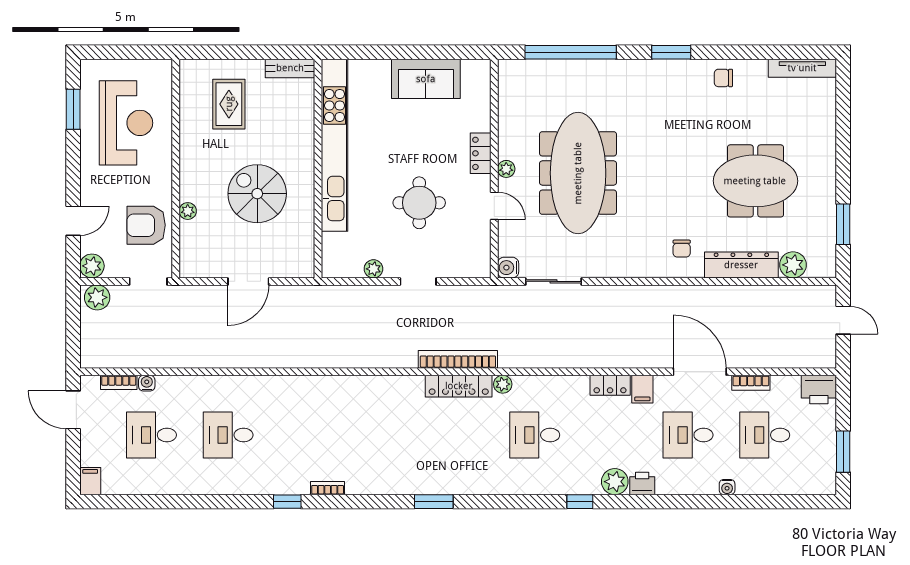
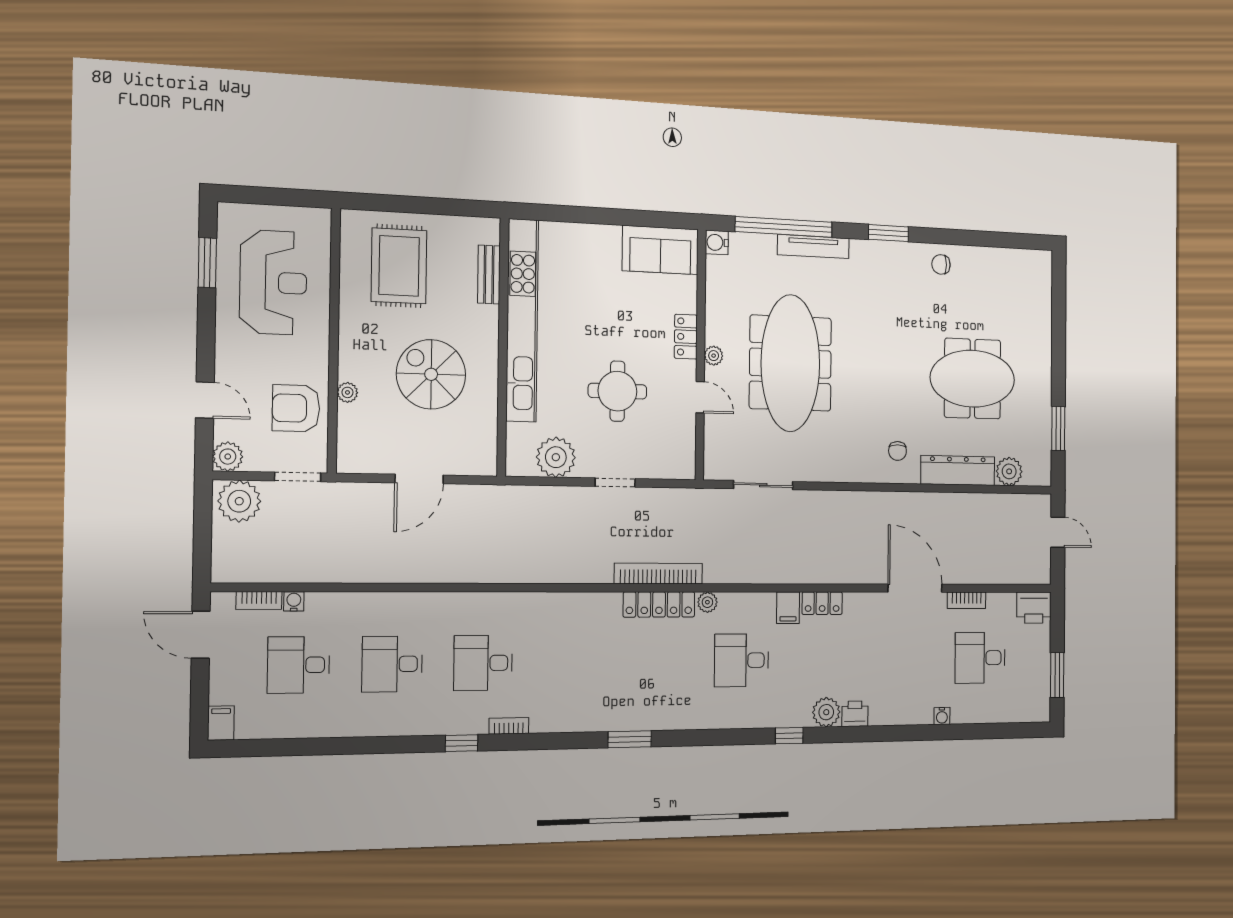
bench: (290, 68) -> (489, 275), moved, turned 90
tv unit: (802, 68) -> (813, 246), moved
sofa: (426, 79) -> (660, 250), moved
rug: (229, 104) -> (399, 266), width x1.36, depth x1.43
door: (73, 221) -> (205, 400), hinge flipped
water cooler: (508, 268) -> (717, 242), moved
plant: (373, 269) -> (556, 457), width x1.87, depth x1.87
plant: (97, 297) -> (239, 501), width x1.36, depth x1.36
filing cabinet: (642, 389) -> (788, 608), moved
desk: (688, 435) -> (483, 663), moved

